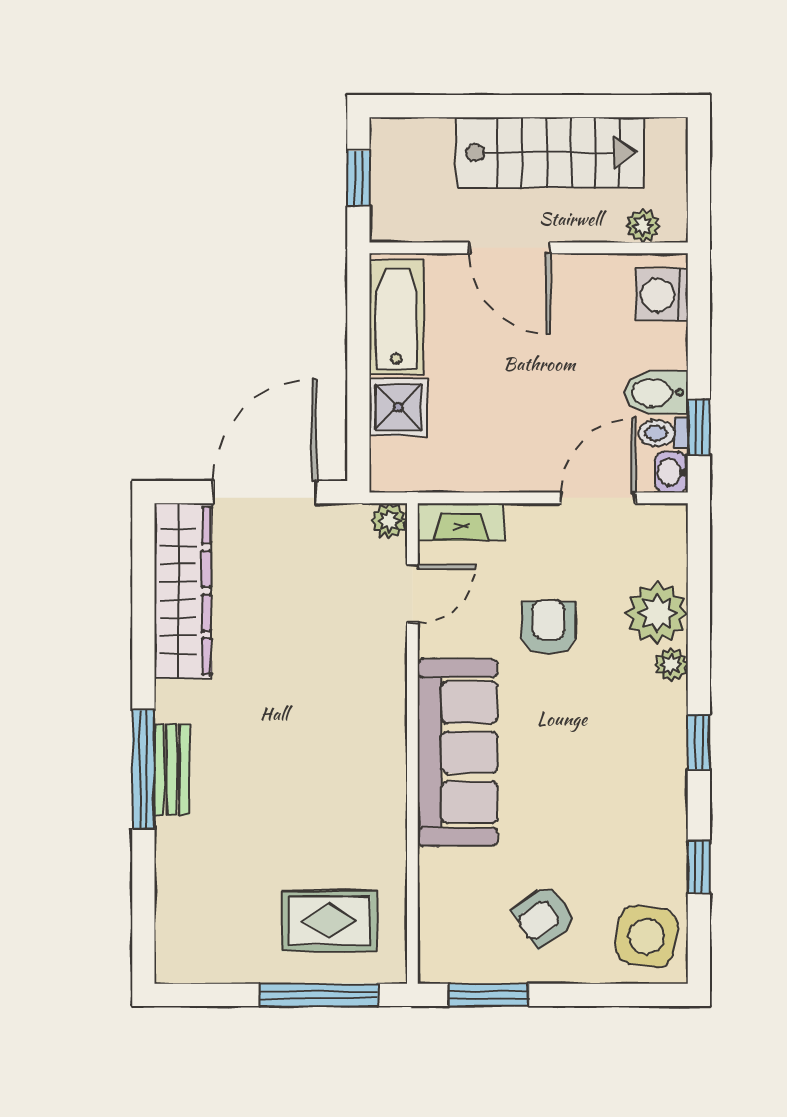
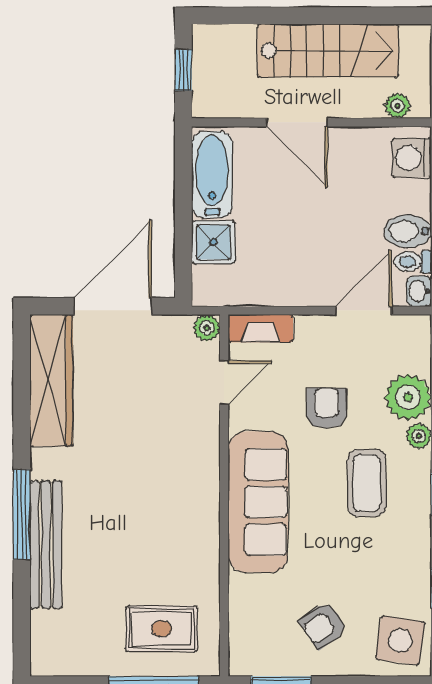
coffee table: (602, 727) -> (367, 483), added
bench: (172, 770) -> (46, 545), width x1.86, depth x1.21

